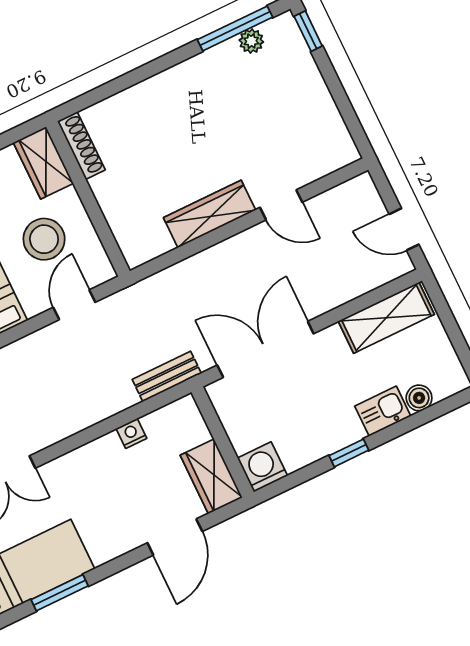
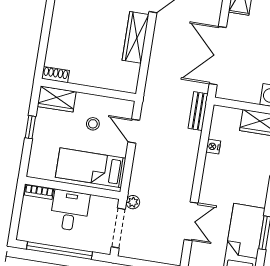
shoe rack: (81, 146) -> (55, 75), width x0.70
stool: (44, 239) -> (93, 124), width x0.53, depth x0.53

